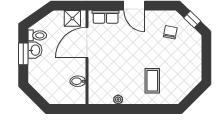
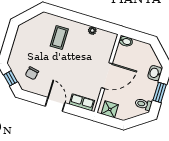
door: (87, 43) -> (107, 76), moved
washbasin: (35, 50) -> (155, 73), moved
bidet: (78, 81) -> (126, 41), moved

